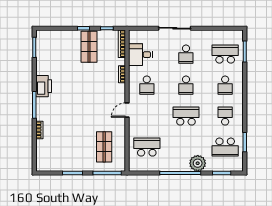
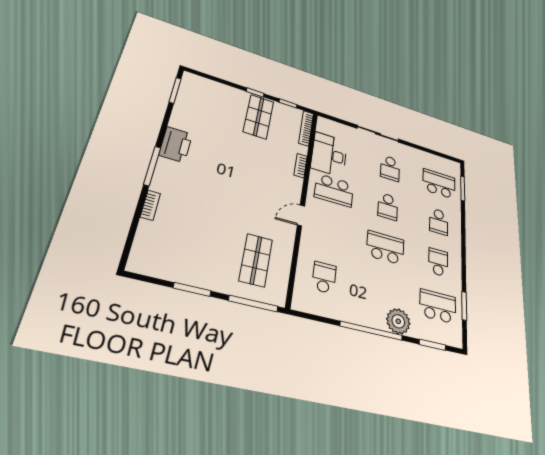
desk: (140, 55) -> (329, 154), width x1.37
school desk: (147, 85) -> (334, 190), width x1.85
school desk: (147, 147) -> (324, 278), width x0.54
school desk: (225, 147) -> (438, 306), turned 180

